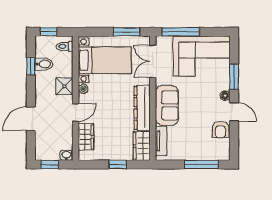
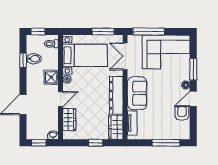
door: (234, 112) -> (193, 99), swing flipped
armchair: (221, 130) -> (182, 114), turned 180

